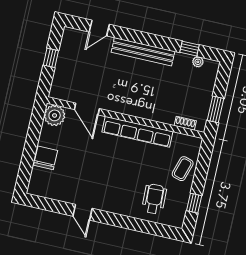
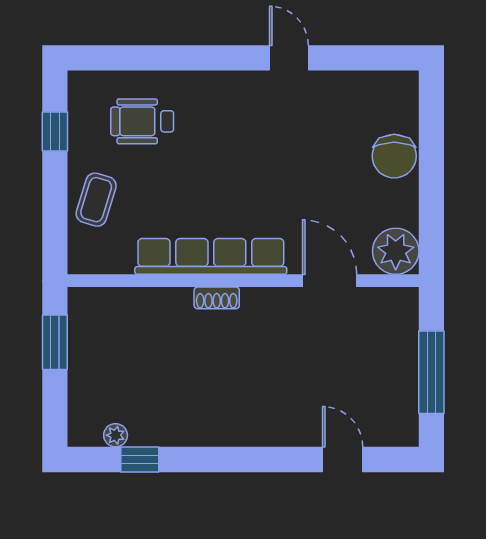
door: (99, 28) -> (343, 460), hinge flipped
bench: (143, 52) -> (238, 430), removed
window: (51, 58) -> (431, 372), width x2.17
shoe rack: (185, 123) -> (217, 298), moved
wheelchair: (154, 199) -> (142, 121), turned 92

